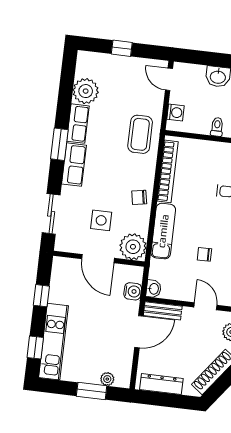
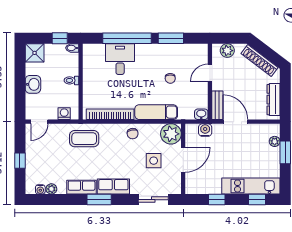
water cooler: (81, 70) -> (40, 189), added
plant: (86, 91) -> (51, 189), width x0.53, depth x0.53

